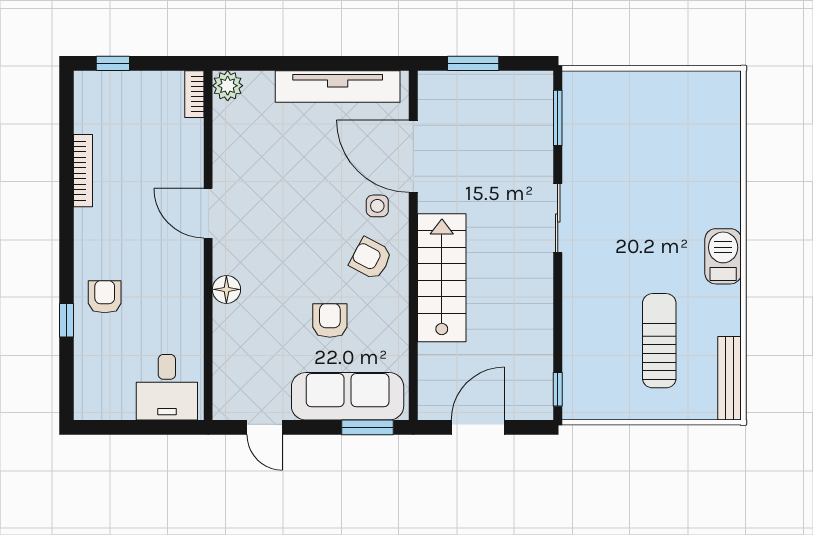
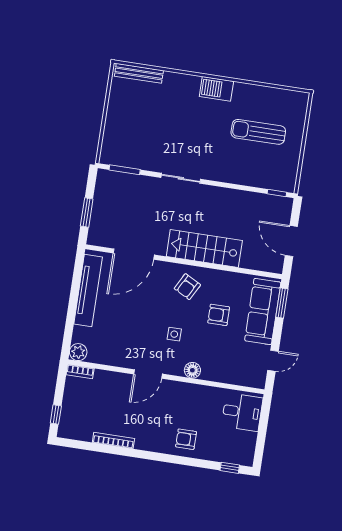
side table: (377, 206) -> (174, 334), moved
window: (67, 320) -> (230, 468), moved
bench: (729, 378) -> (139, 73), moved

